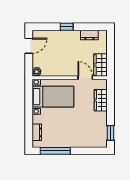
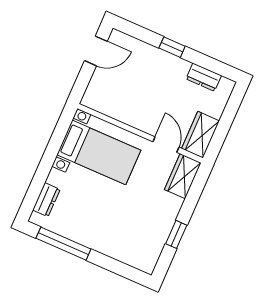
plant: (37, 72) -> (90, 100), removed
wardrobe: (101, 100) -> (183, 176), moved
window: (111, 133) -> (176, 234), moved

